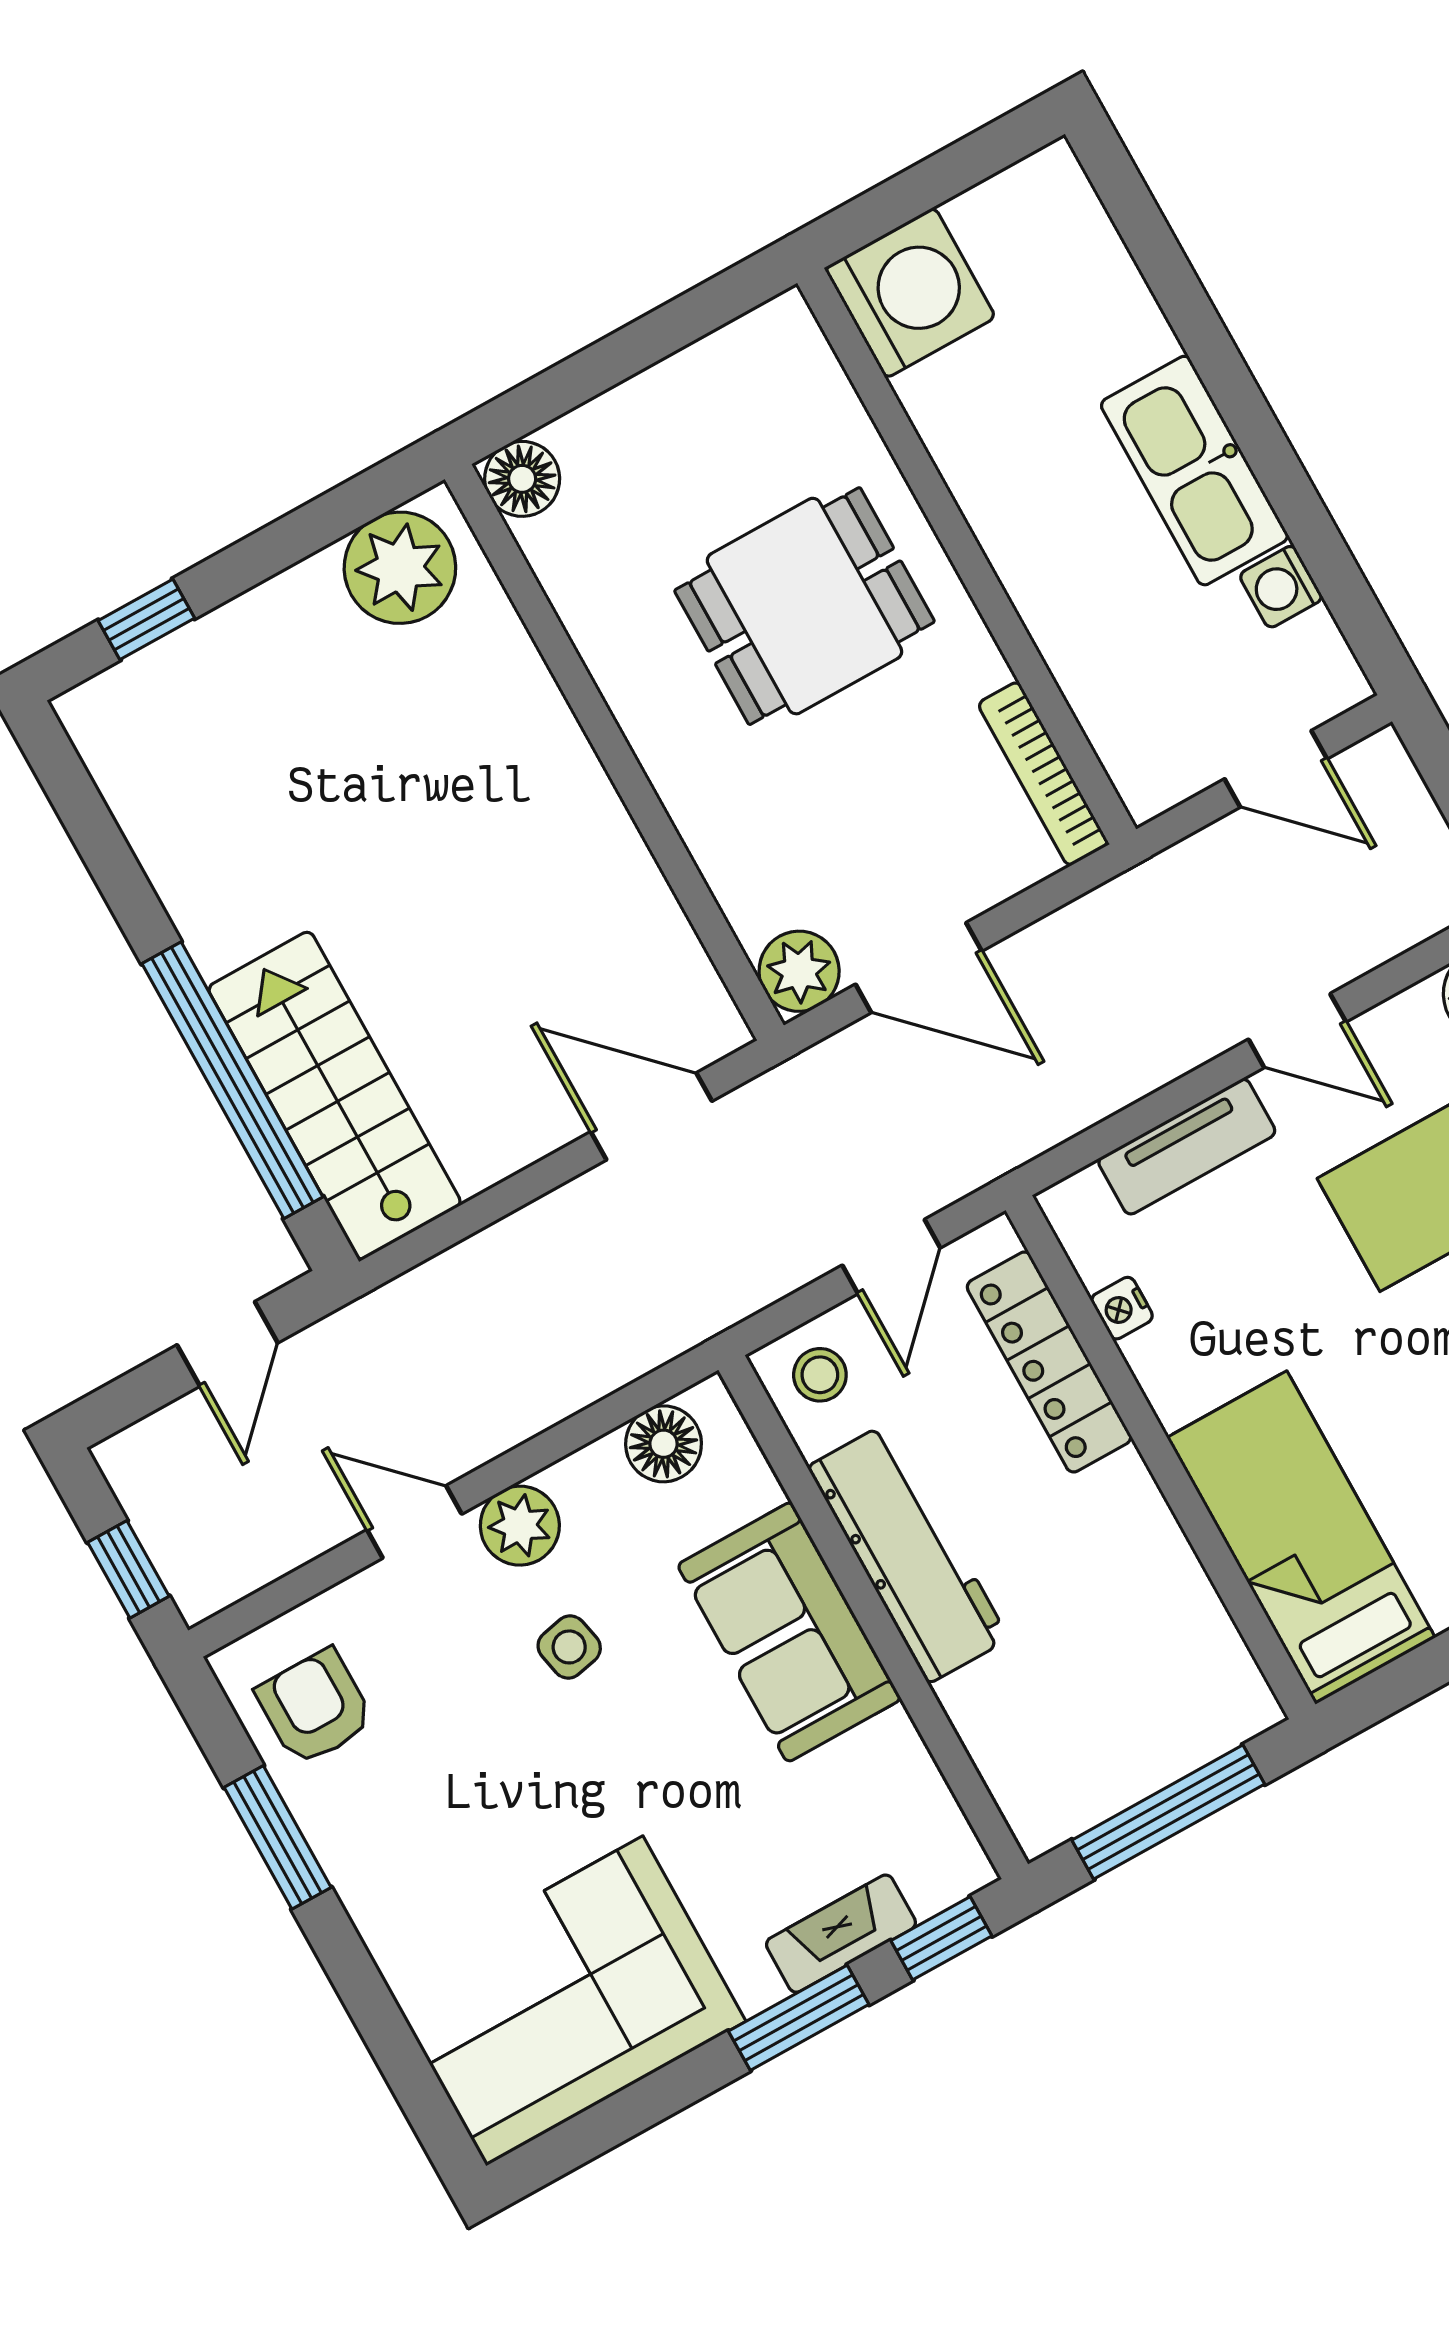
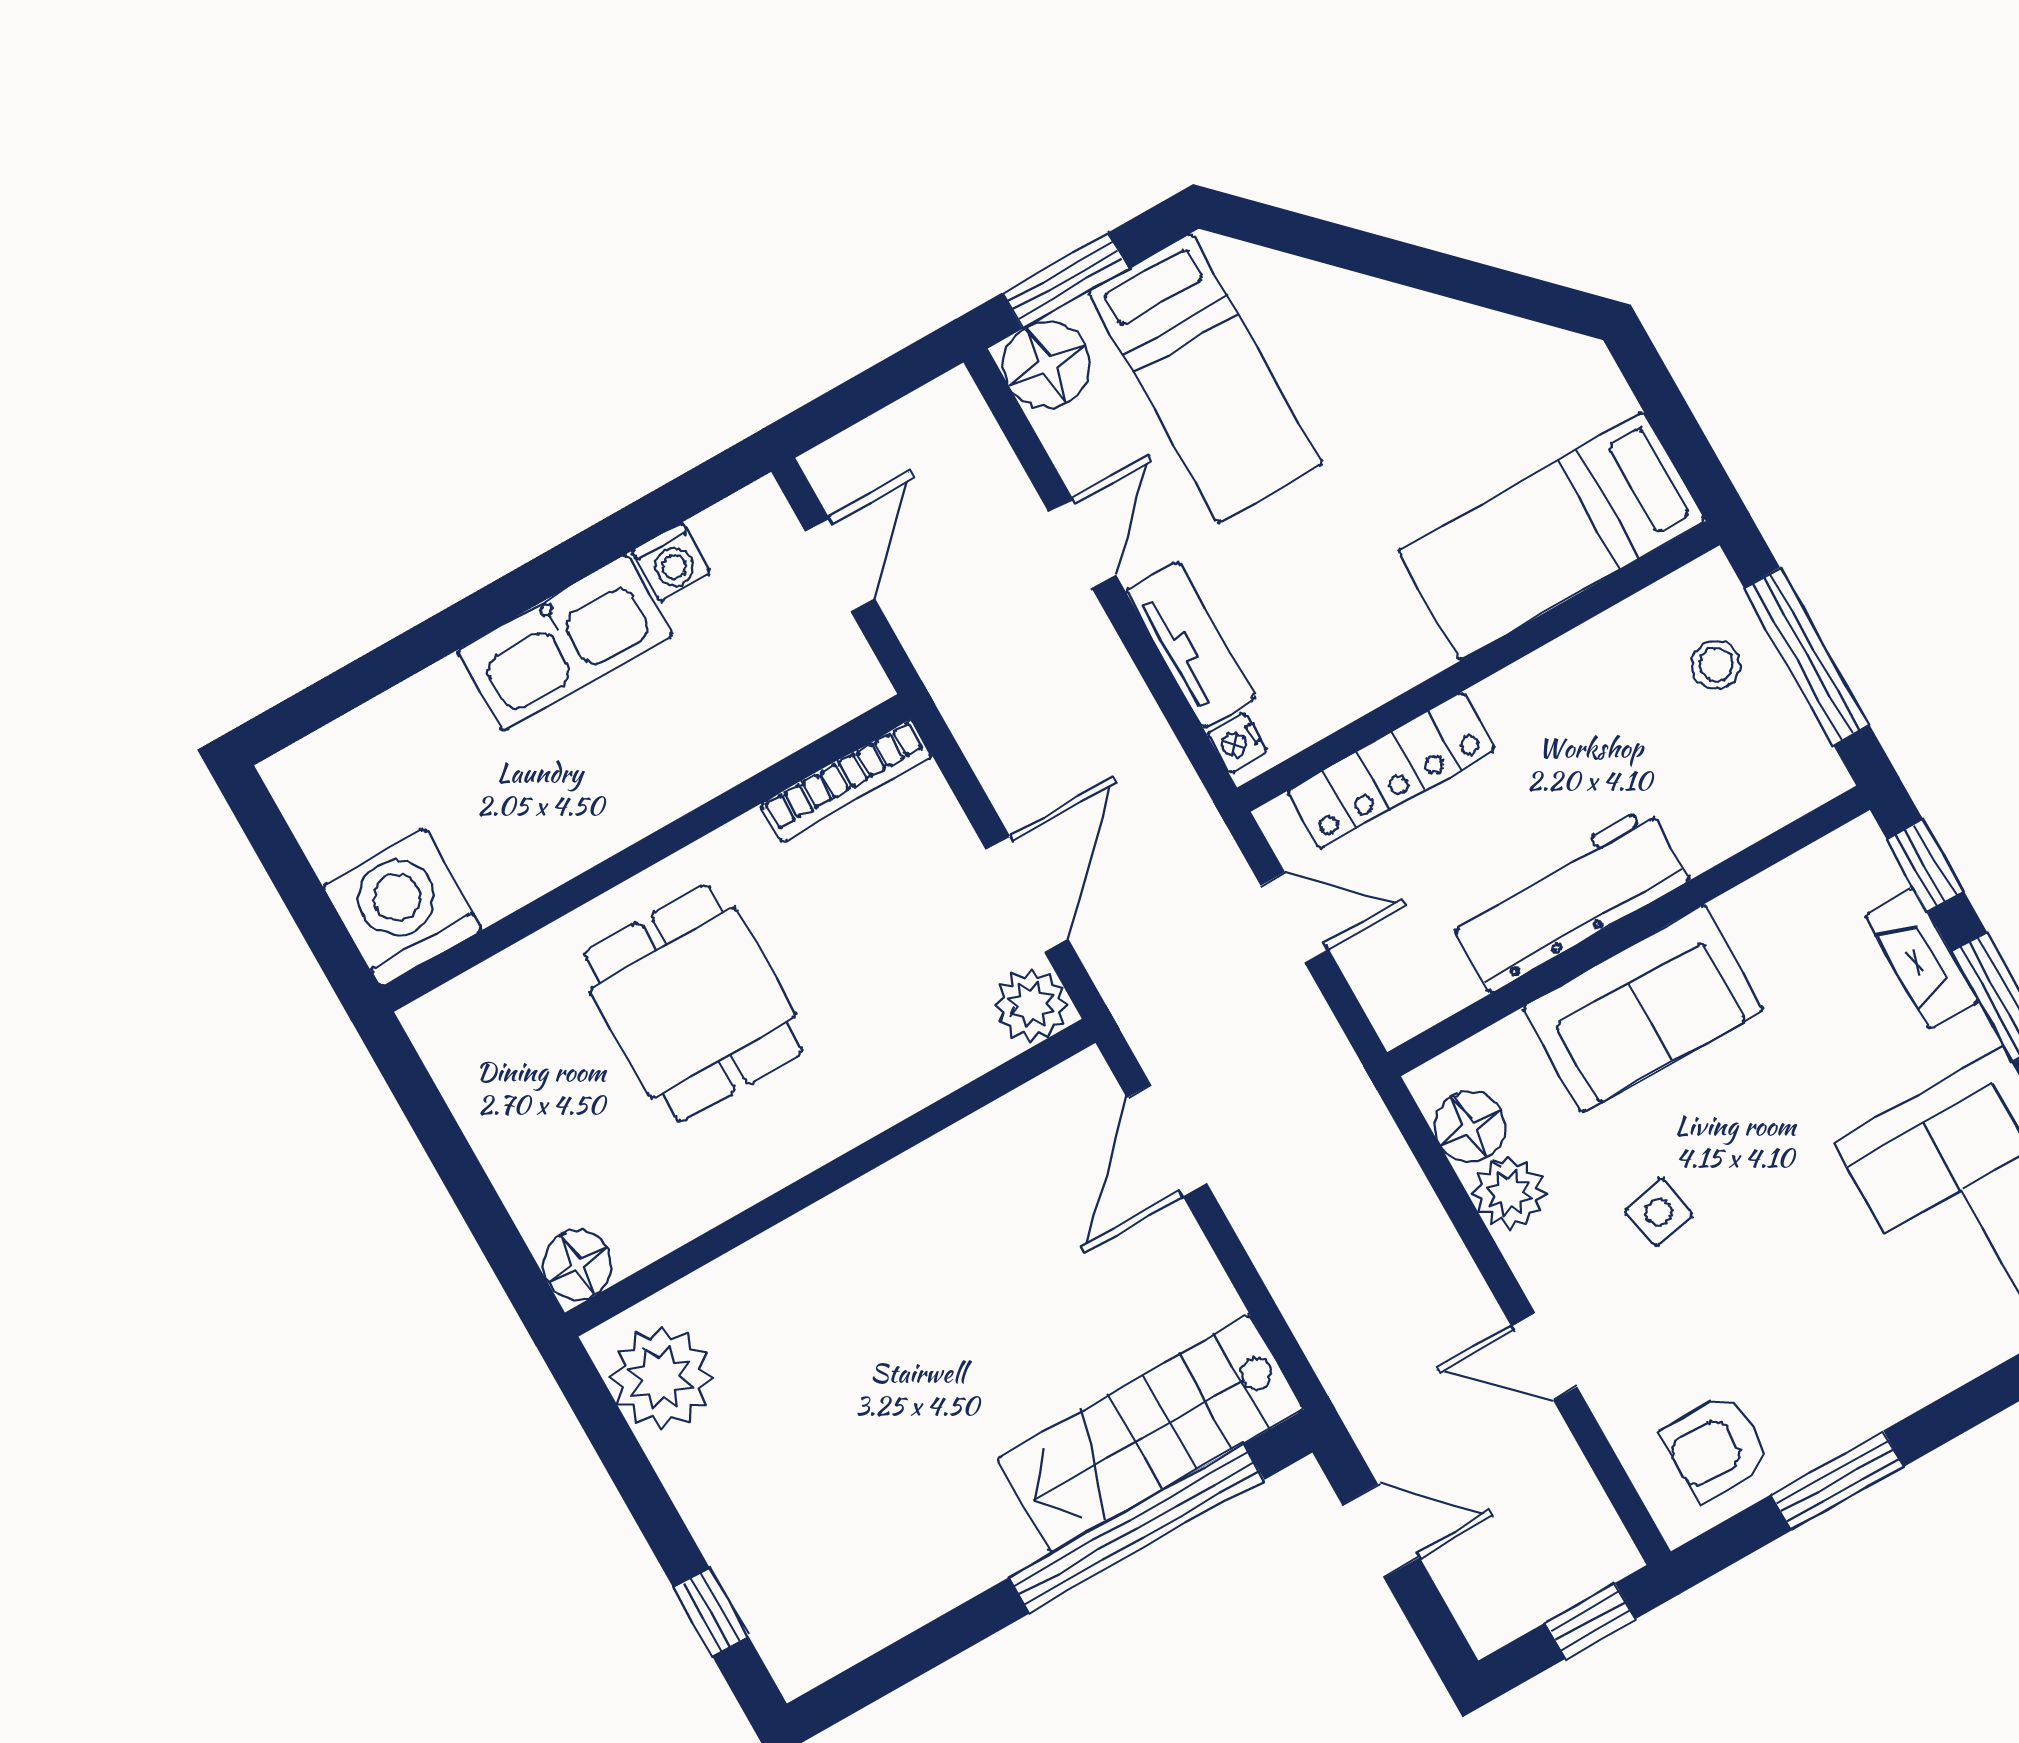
nightstand: (1122, 1308) -> (1237, 743), moved, turned 90
stool: (820, 1375) -> (1716, 665), moved
door: (414, 1522) -> (1544, 1356), hinge flipped
plant: (520, 1526) -> (1509, 1193), moved

